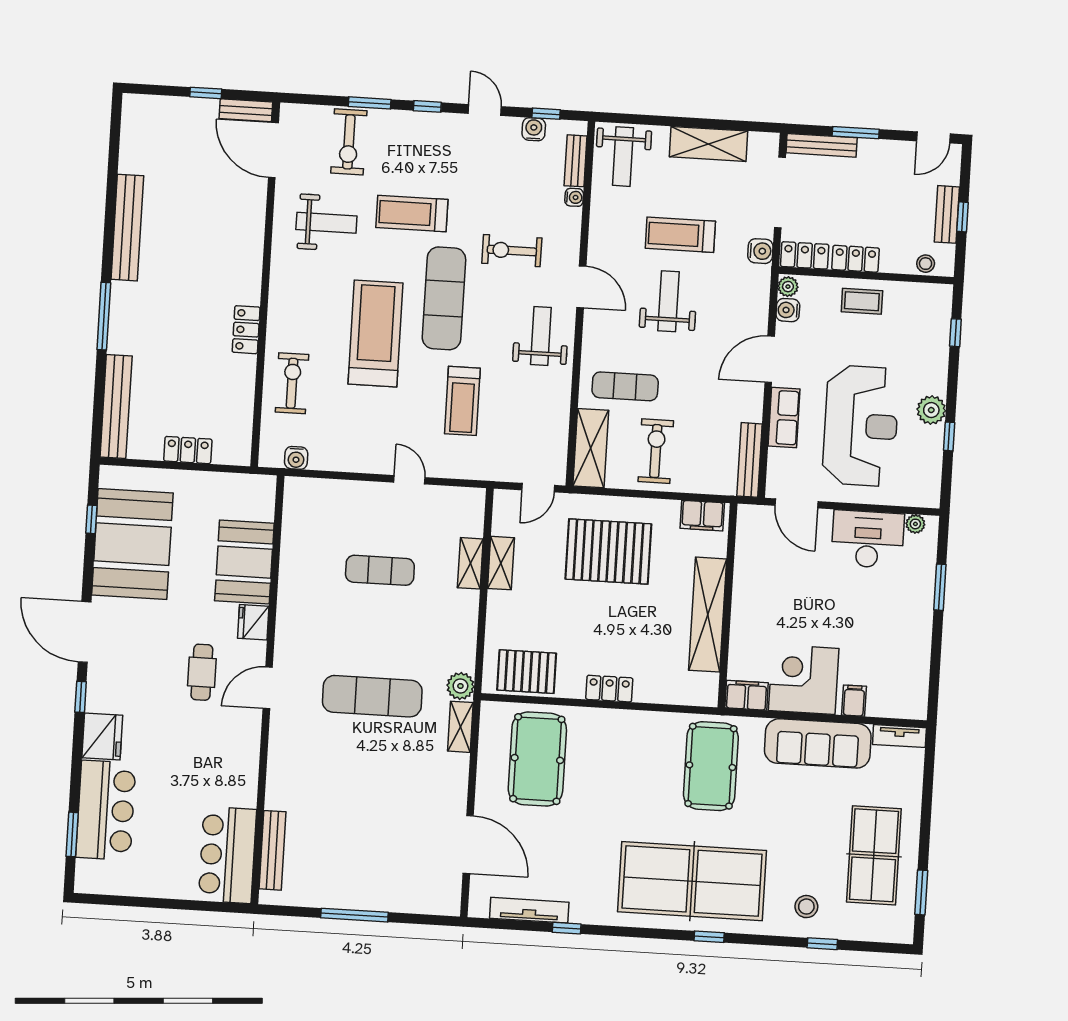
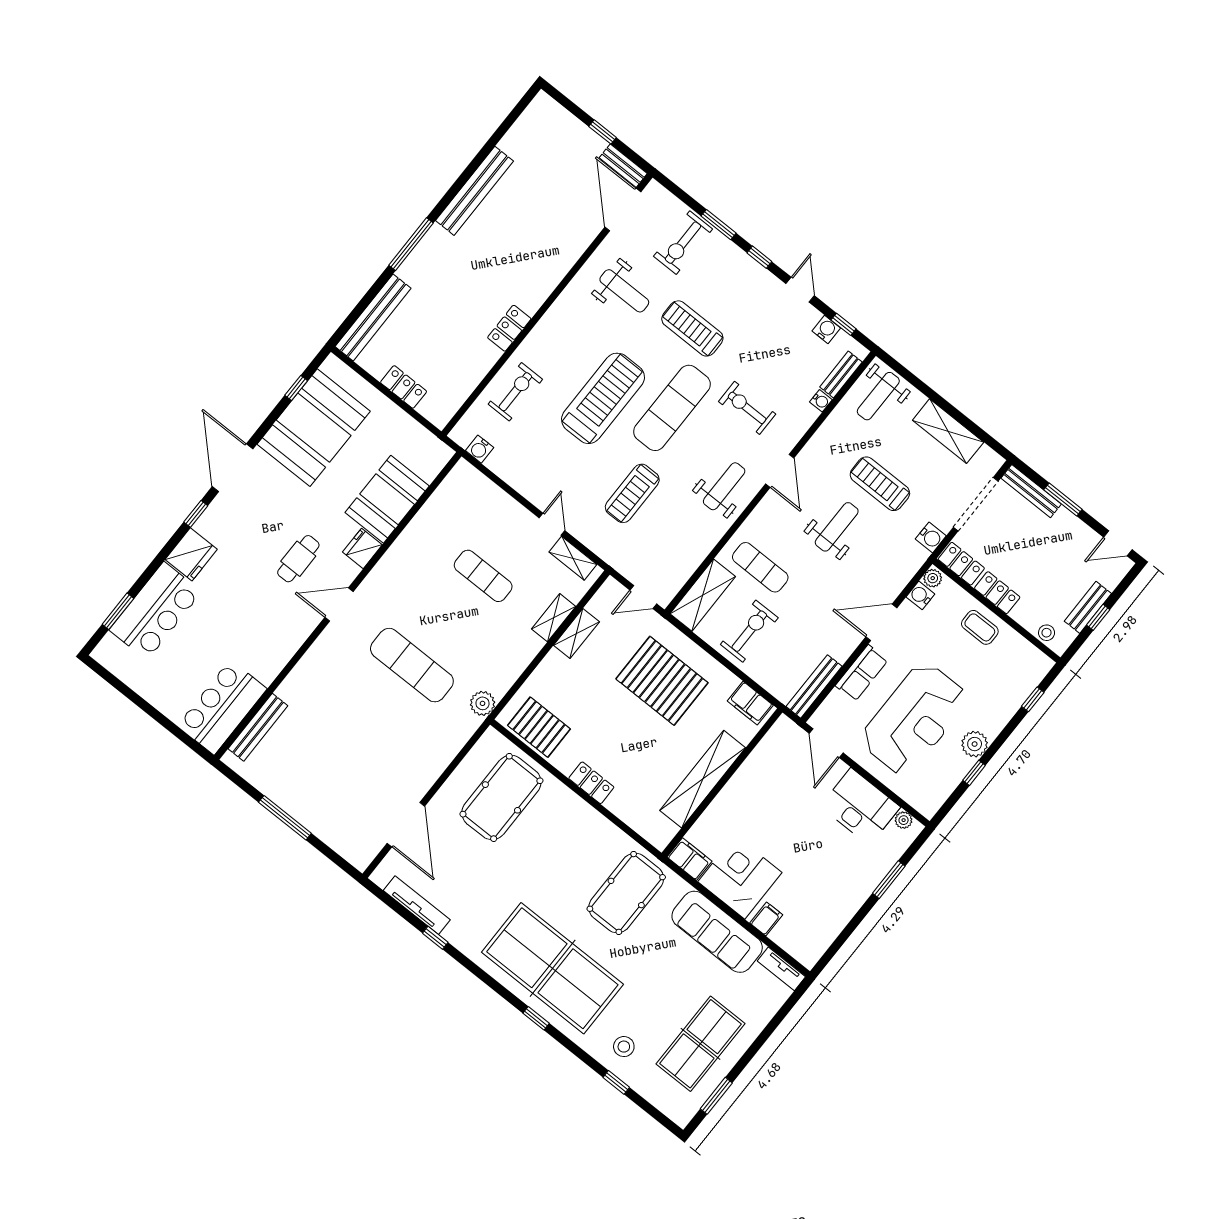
shelving: (460, 727) -> (573, 558), moved, turned 90

